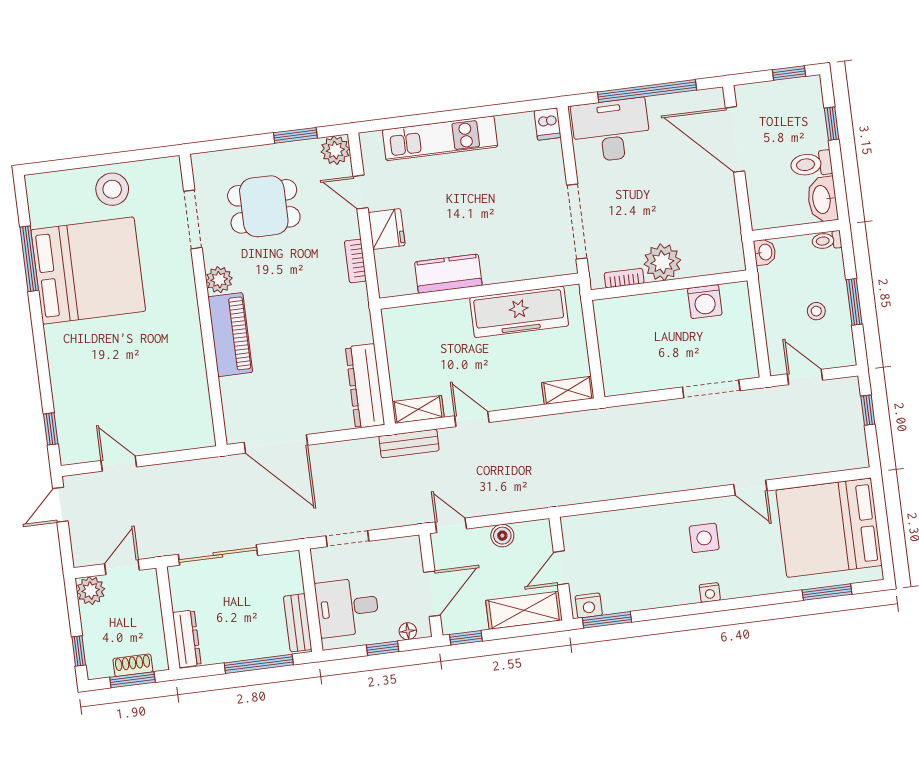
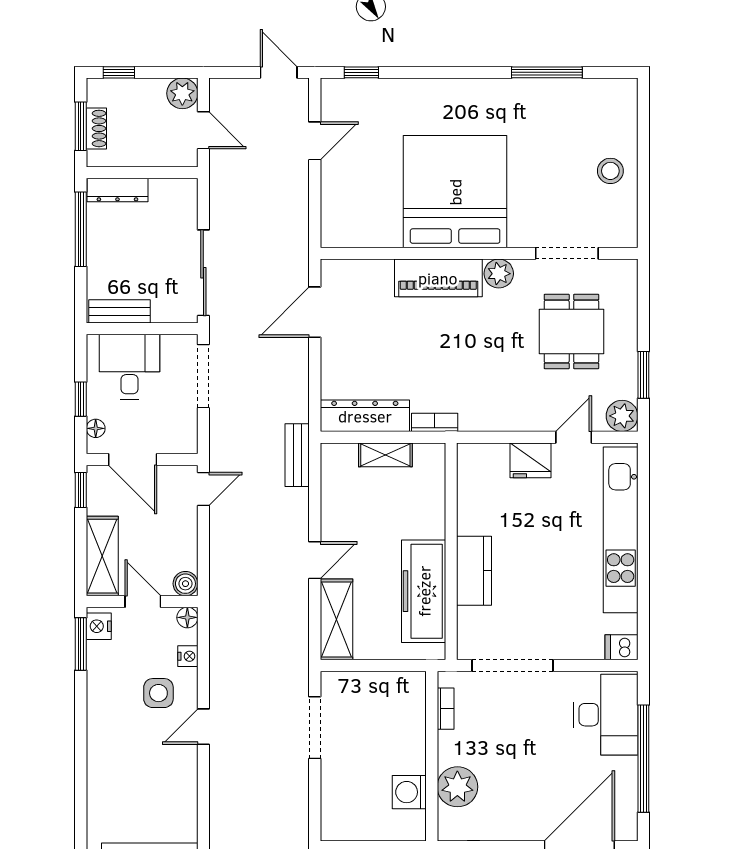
kitchen unit: (440, 138) -> (621, 530), width x1.36
stool: (112, 189) -> (610, 171), width x0.73, depth x0.73
bookcase: (355, 261) -> (435, 422), moved
plant: (662, 262) -> (457, 787), moved
bed: (88, 270) -> (455, 192), moved, turned 180
kitchen counter: (448, 274) -> (474, 571), moved
doorway: (711, 389) -> (315, 728), moved
shelving: (568, 390) -> (337, 619), width x1.50, depth x1.33
shelving: (418, 409) -> (385, 455), moved, turned 90
door: (472, 419) -> (315, 560), moved
door: (276, 444) -> (315, 312), width x0.73
door: (750, 488) -> (203, 727), moved
floor lamp: (570, 525) -> (187, 617), added
boiler: (502, 536) -> (185, 584), moved
side table: (704, 538) -> (158, 693), moved
doorway: (347, 539) -> (203, 376), width x1.38
sliding door: (218, 555) -> (203, 273), moved
nightstand: (710, 592) -> (188, 656), moved, turned 180
window: (259, 664) -> (81, 229), moved

